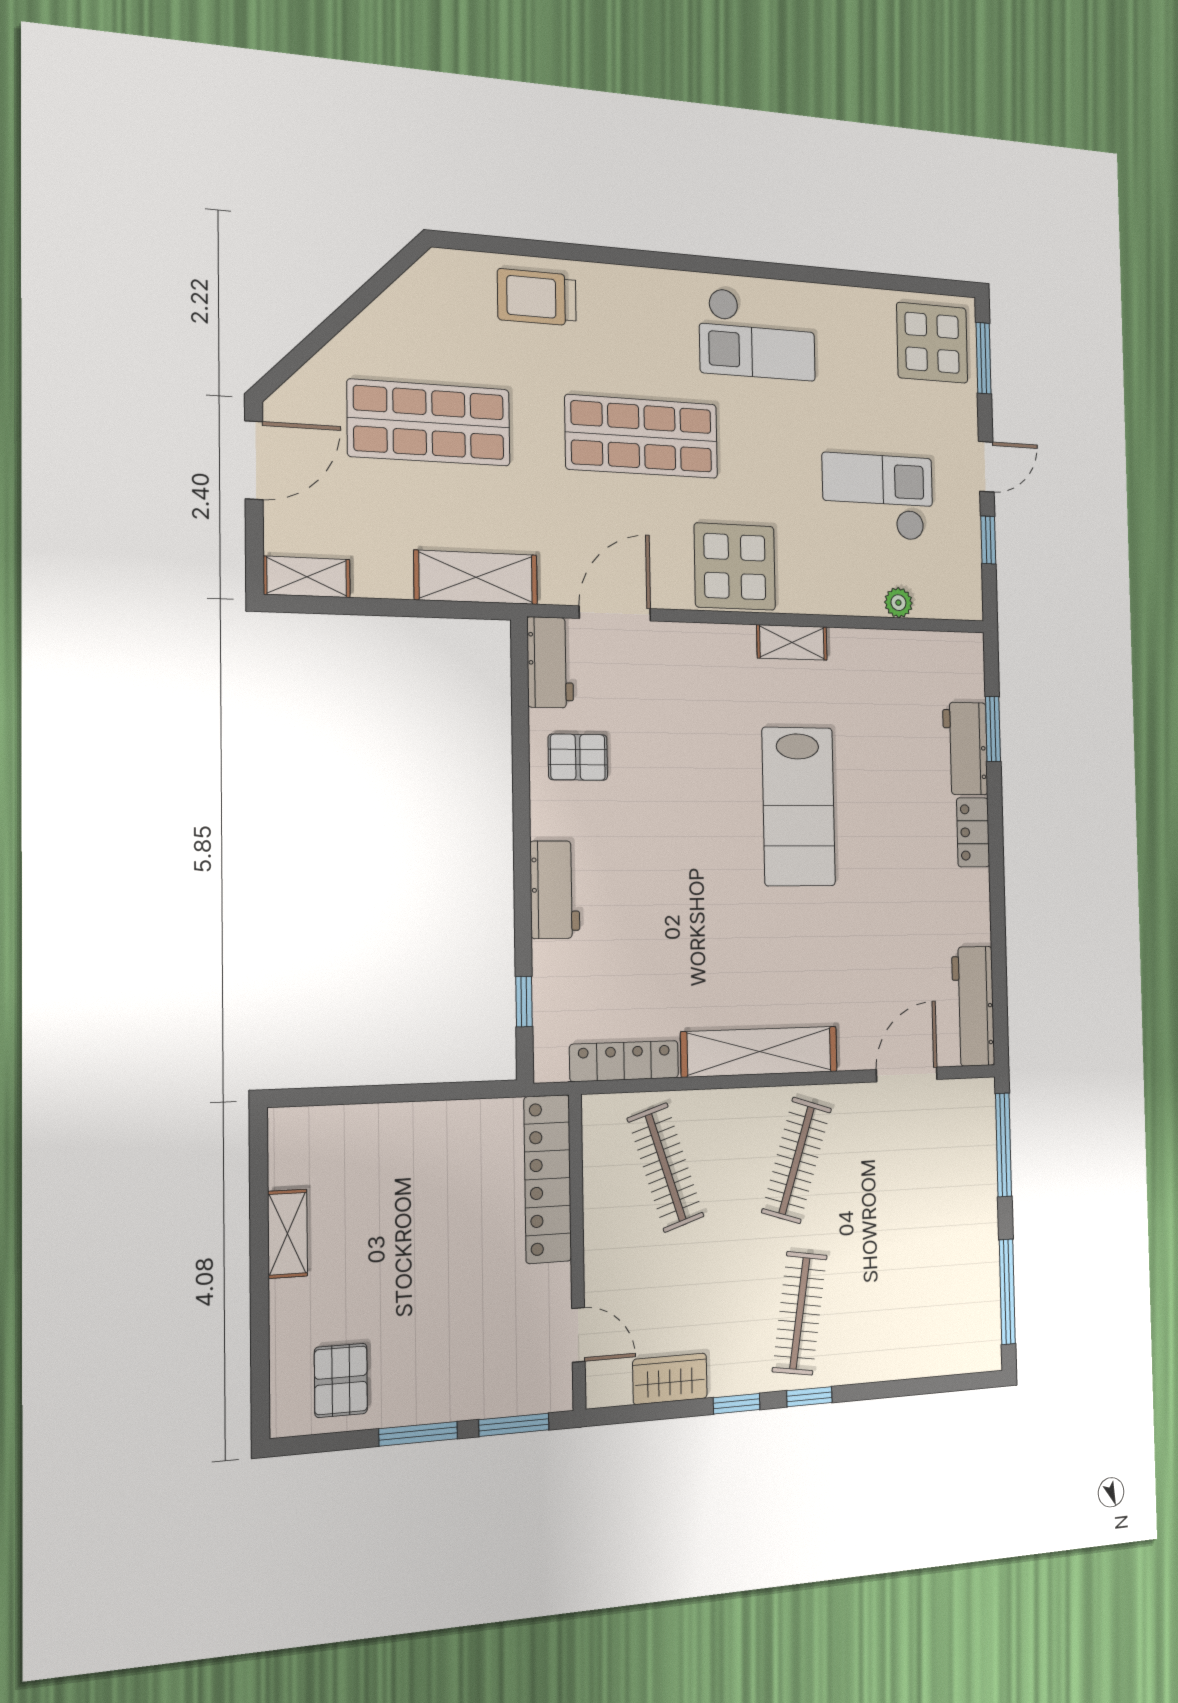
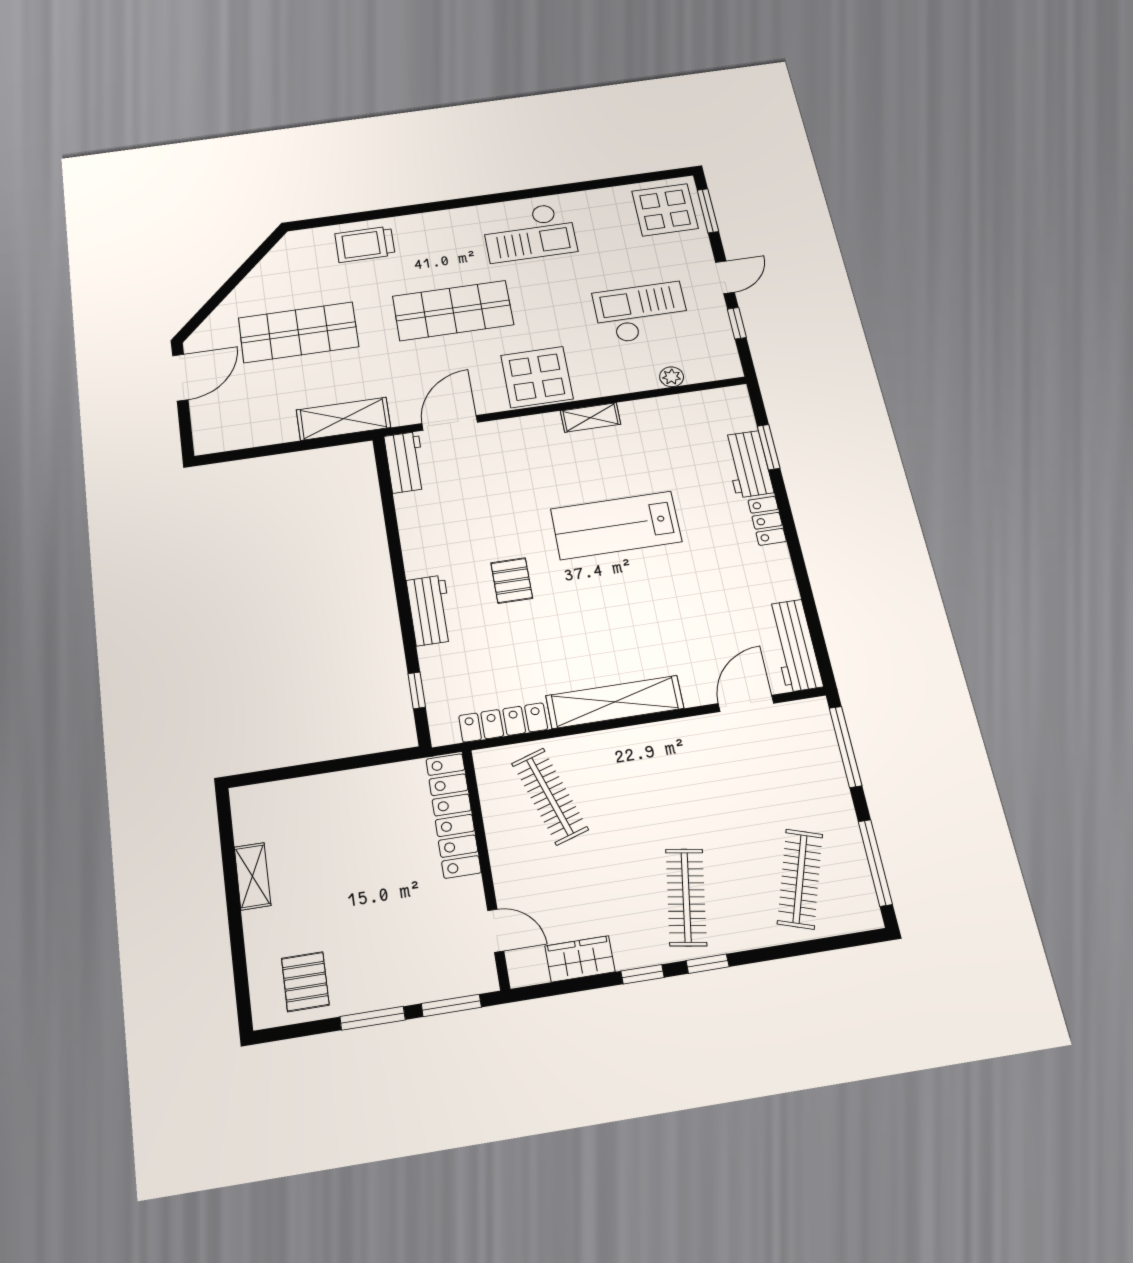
shelving: (307, 577) -> (223, 440), removed
pallet: (578, 757) -> (512, 581), moved, turned 90
lab bench: (799, 807) -> (616, 525), turned 90
clothes rail: (797, 1160) -> (800, 879), moved

